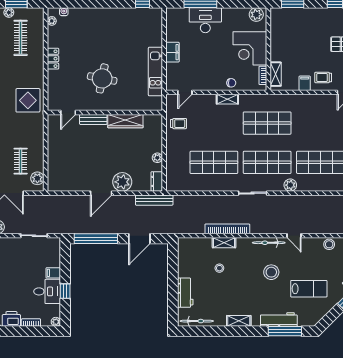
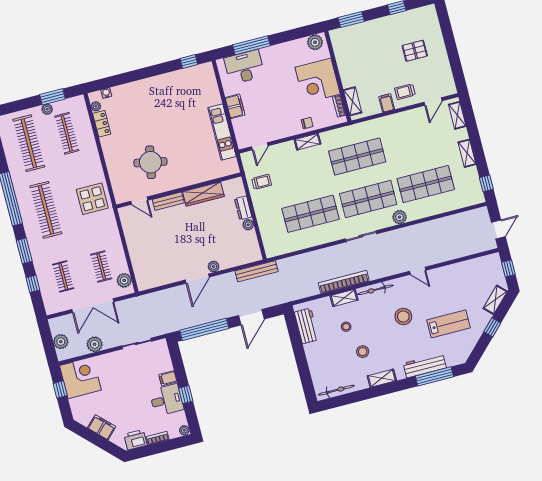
desk: (205, 20) -> (244, 67), moved
locker: (53, 59) -> (102, 124), moved
round table: (102, 78) -> (150, 162), moved
door: (68, 112) -> (139, 201), hinge flipped
dresser: (157, 181) -> (243, 208), moved
plant: (122, 182) -> (214, 267), width x0.53, depth x0.53
bicycle: (269, 243) -> (375, 290), moved
stool: (329, 244) -> (363, 352), moved
workbench: (185, 293) -> (307, 326), moved

